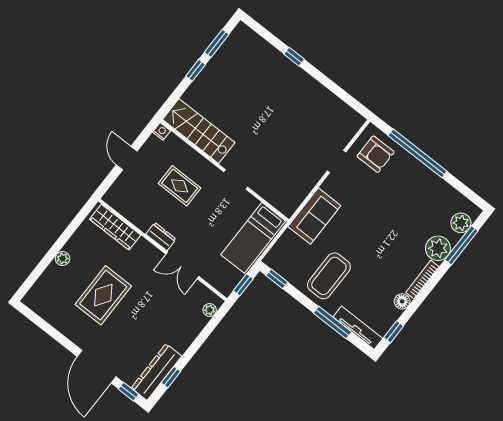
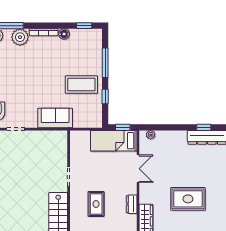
dresser: (161, 237) -> (132, 204), moved
bed: (253, 238) -> (114, 141), moved, turned 180
window: (277, 279) -> (105, 96), moved
tv unit: (358, 328) -> (97, 47), removed

